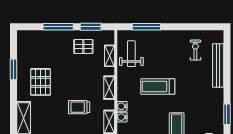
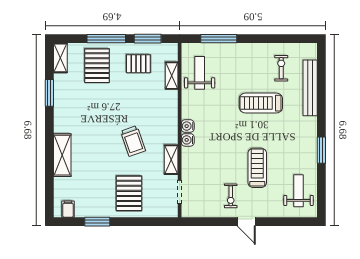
pallet: (41, 82) -> (97, 66), moved
treadmill: (158, 87) -> (261, 103), moved
shelving: (109, 88) -> (60, 58), moved
trolley: (79, 107) -> (133, 141), turned -109
water cooler: (122, 117) -> (188, 126), moved

